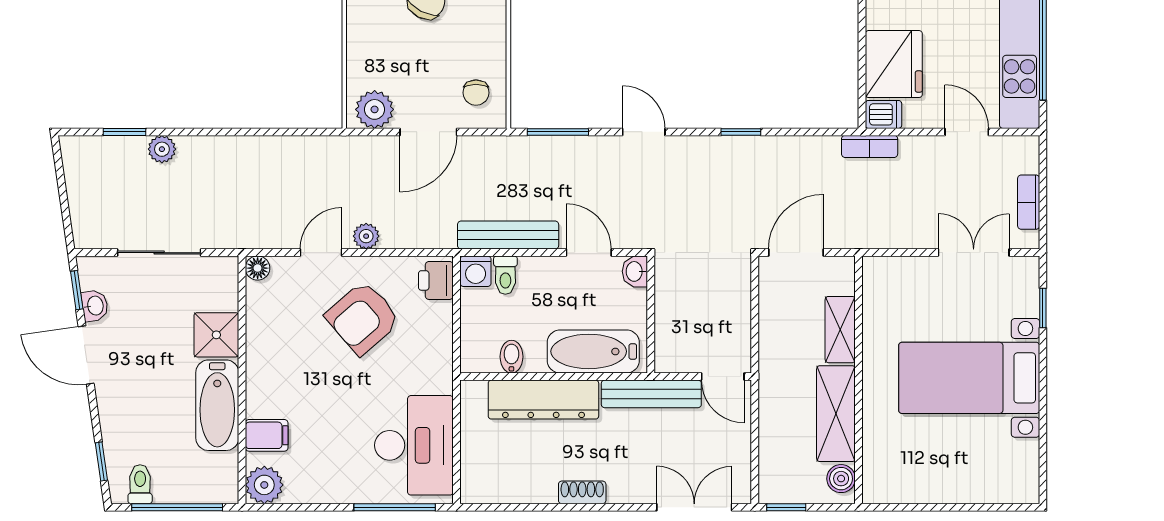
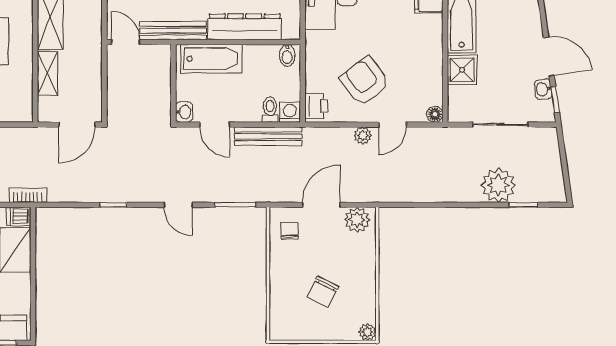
plant: (162, 149) -> (498, 185), width x1.88, depth x1.88
armchair: (363, 318) -> (365, 81), turned -86
bidet: (511, 357) -> (287, 55), moved

